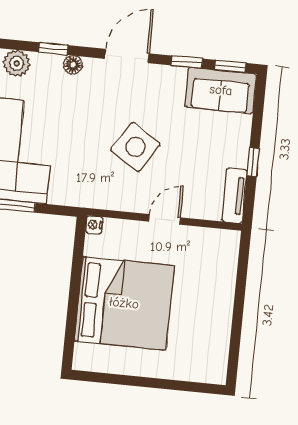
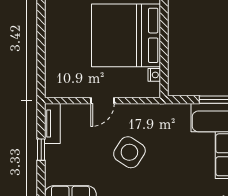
nightstand: (94, 225) -> (154, 75), moved

